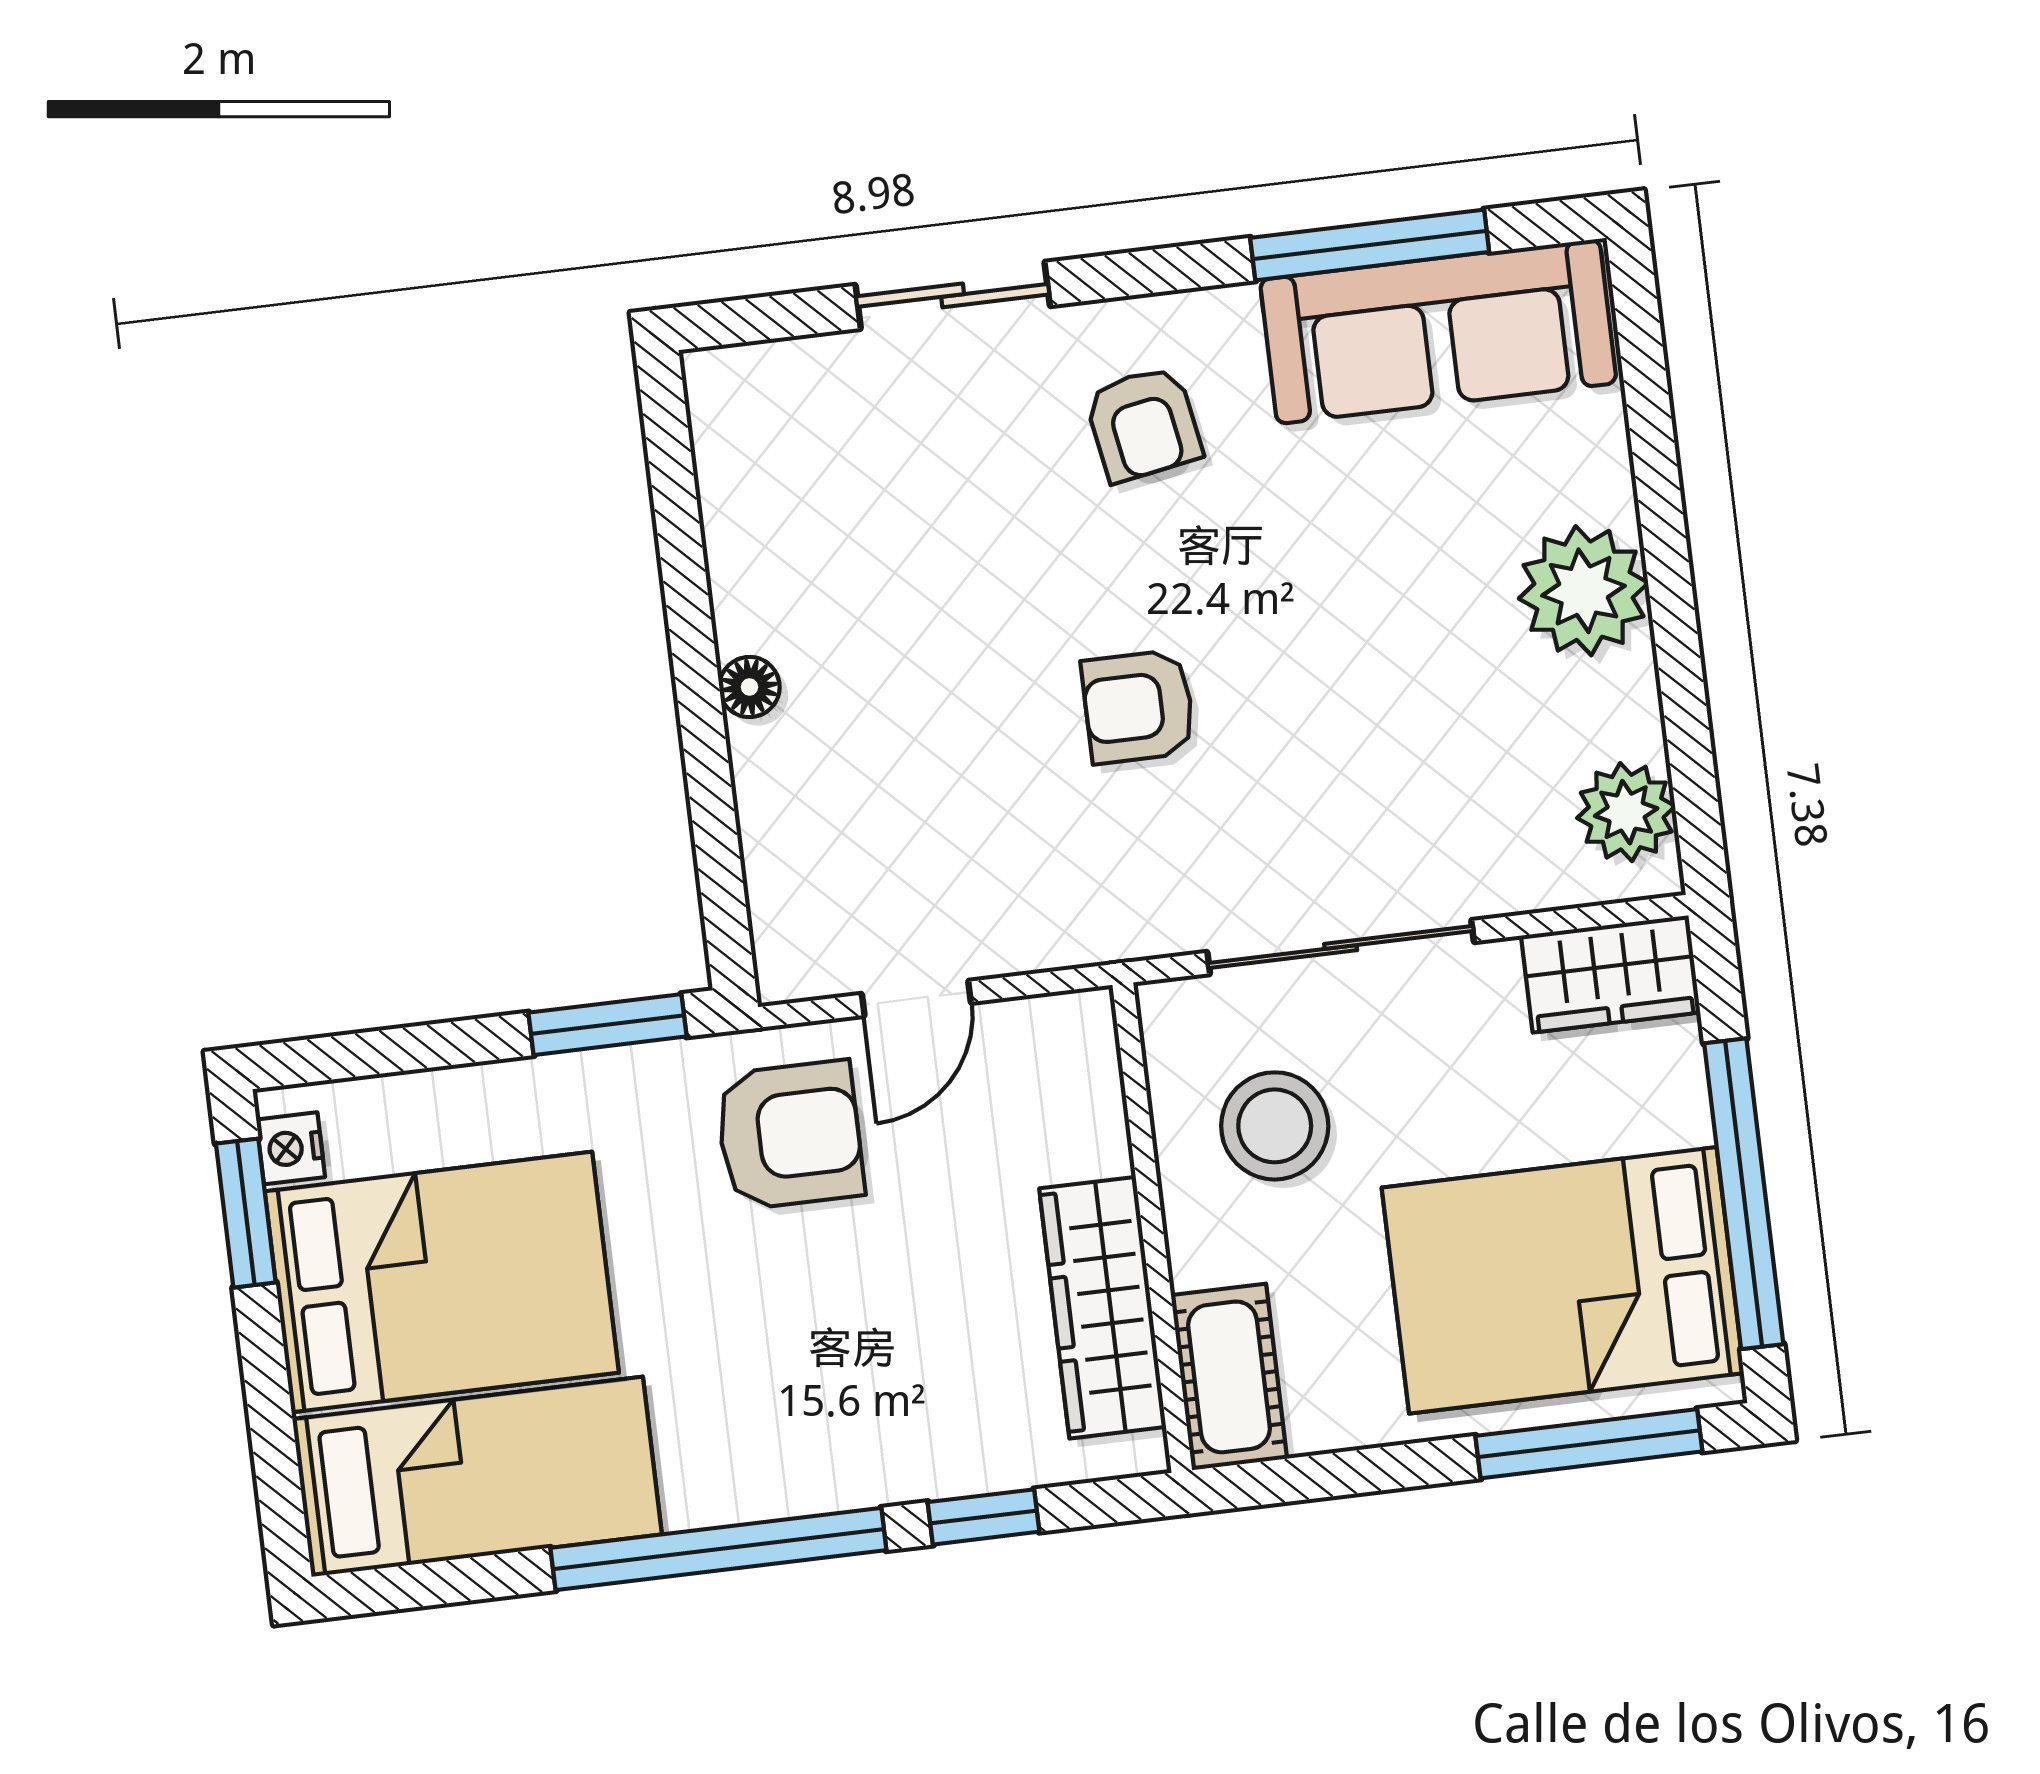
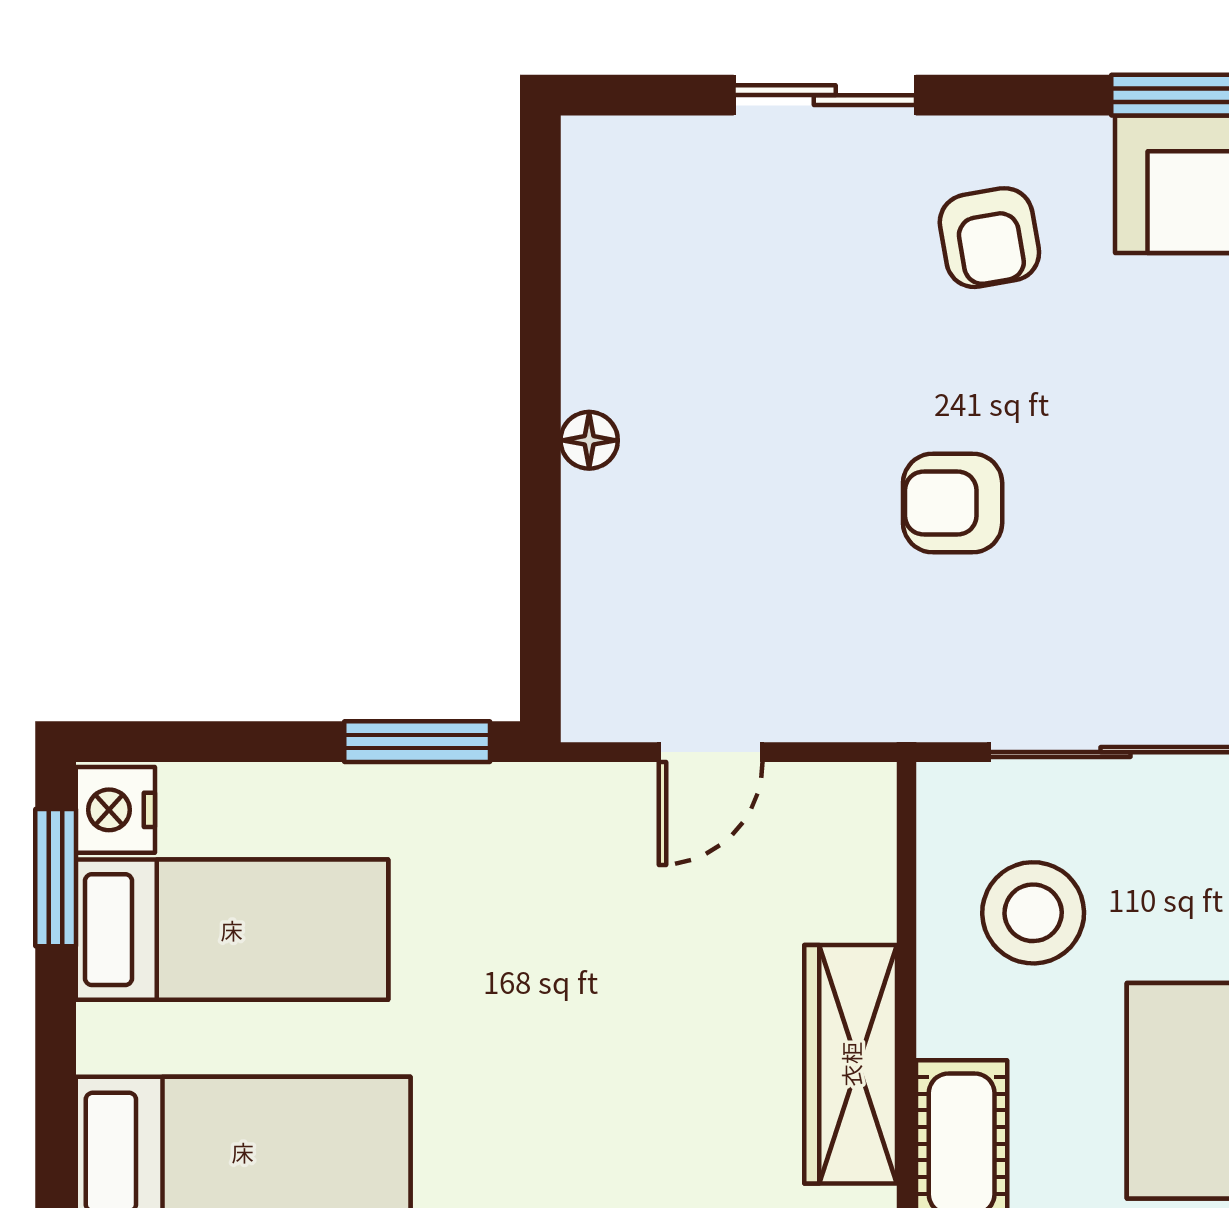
armchair: (790, 1135) -> (576, 866), removed
nightstand: (291, 1148) -> (115, 810), width x1.39, depth x1.35
bed: (442, 1282) -> (232, 930), width x0.67

